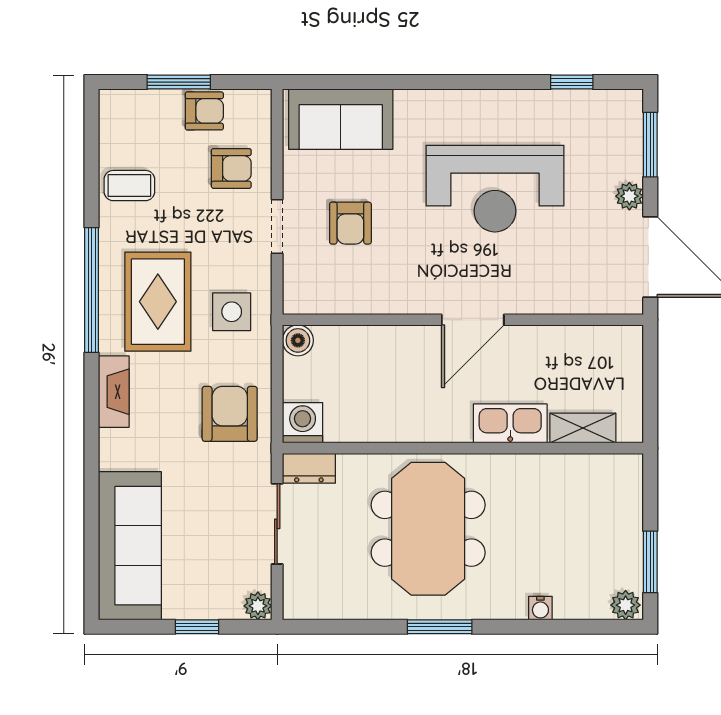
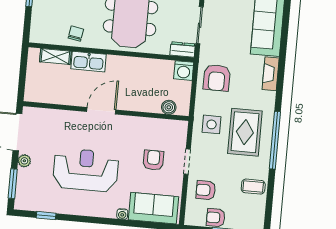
water cooler: (407, 100) -> (122, 214), added
boiler: (298, 340) -> (169, 107), moved
fireplace: (114, 392) -> (271, 74), moved
chair: (543, 482) -> (76, 34), added

